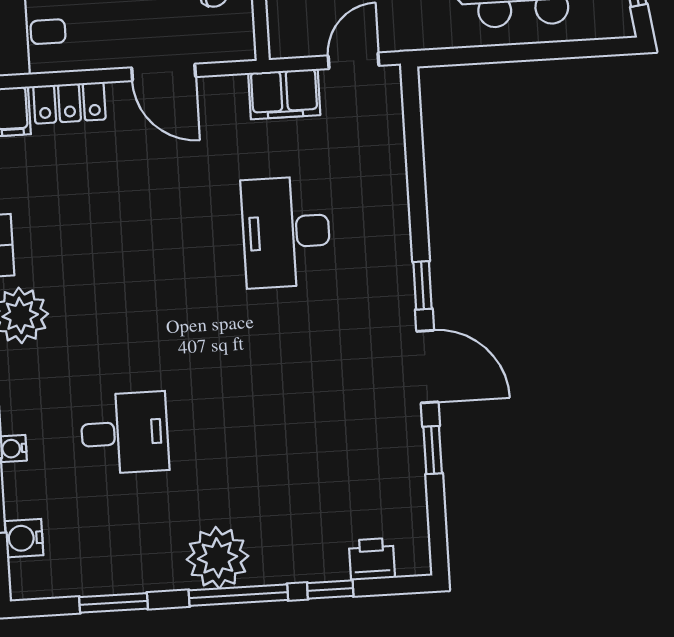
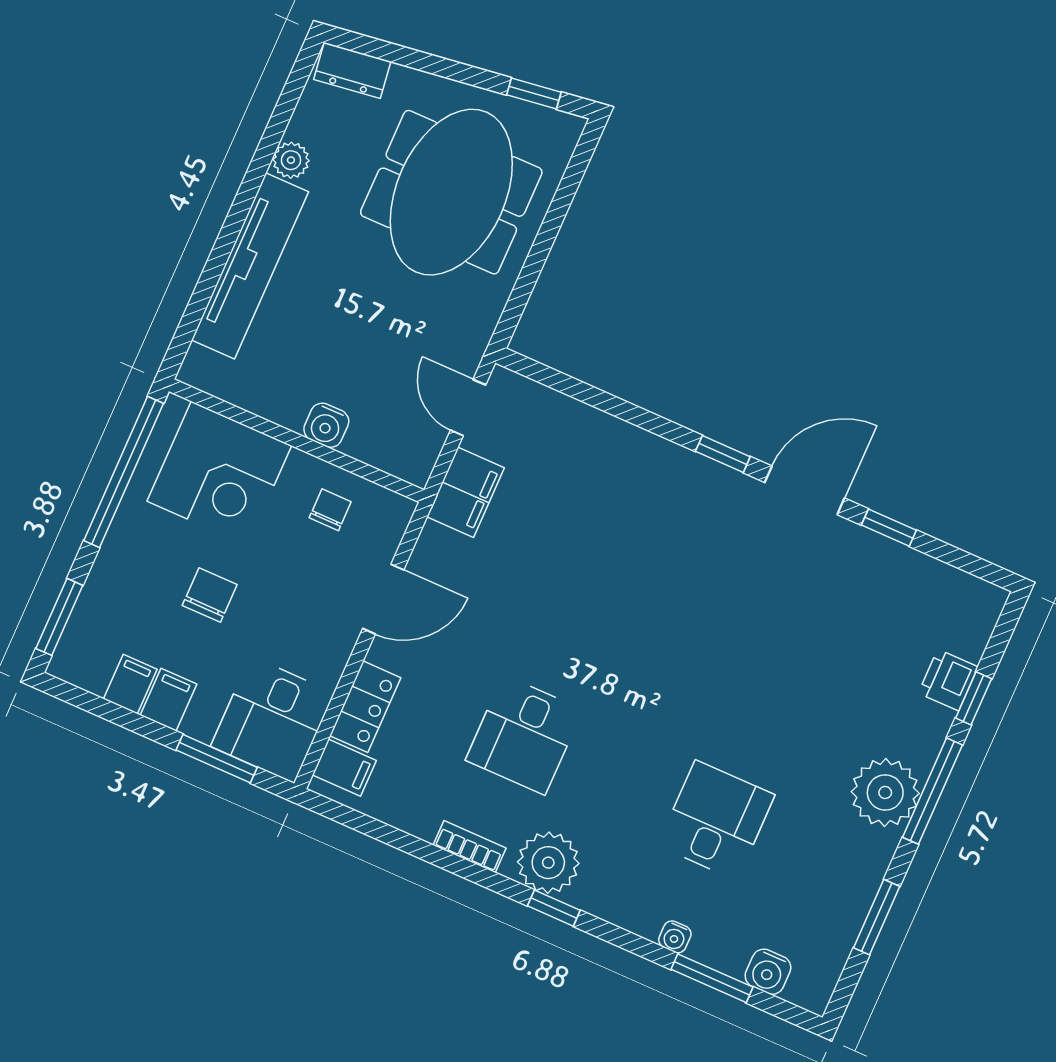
desk: (286, 232) -> (524, 735), moved, width x0.73
printer: (372, 559) -> (948, 680), moved

